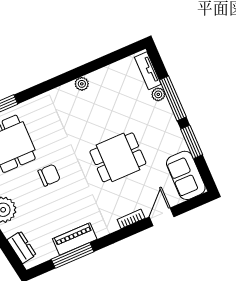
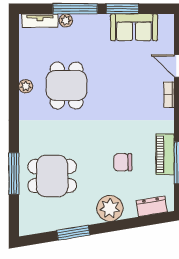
dining table: (118, 157) -> (67, 86), moved
chair: (49, 175) -> (123, 162), moved, turned -90
sofa: (186, 175) -> (134, 27), moved

